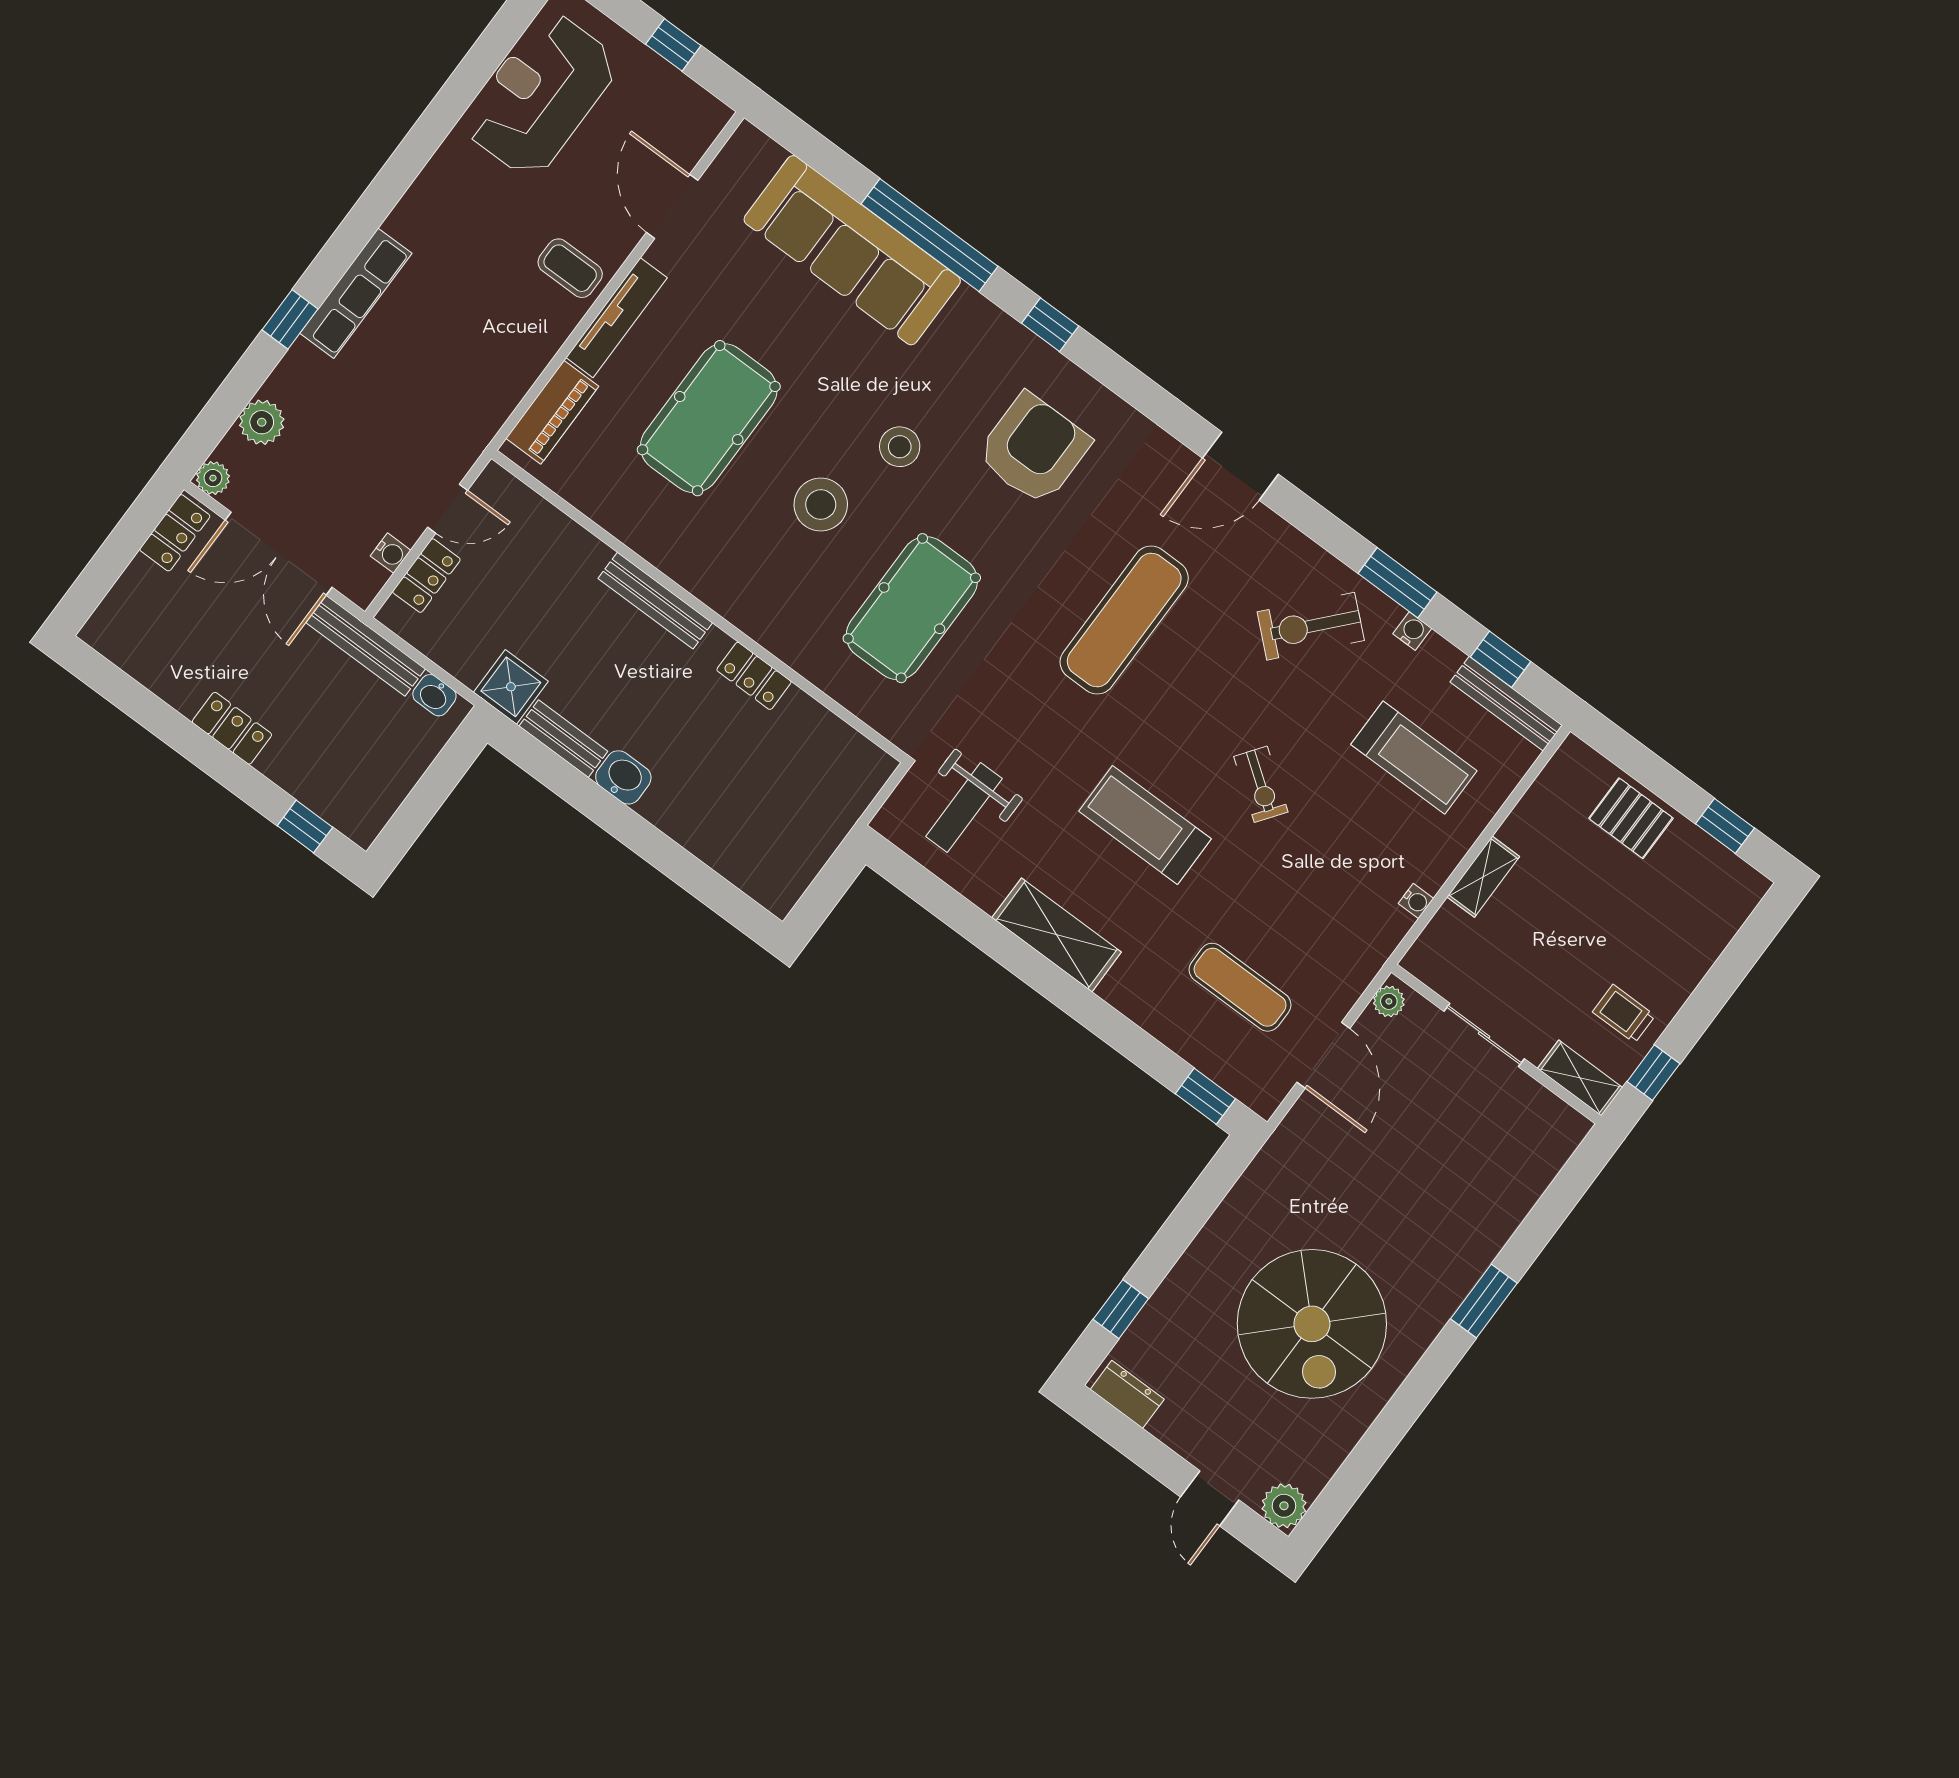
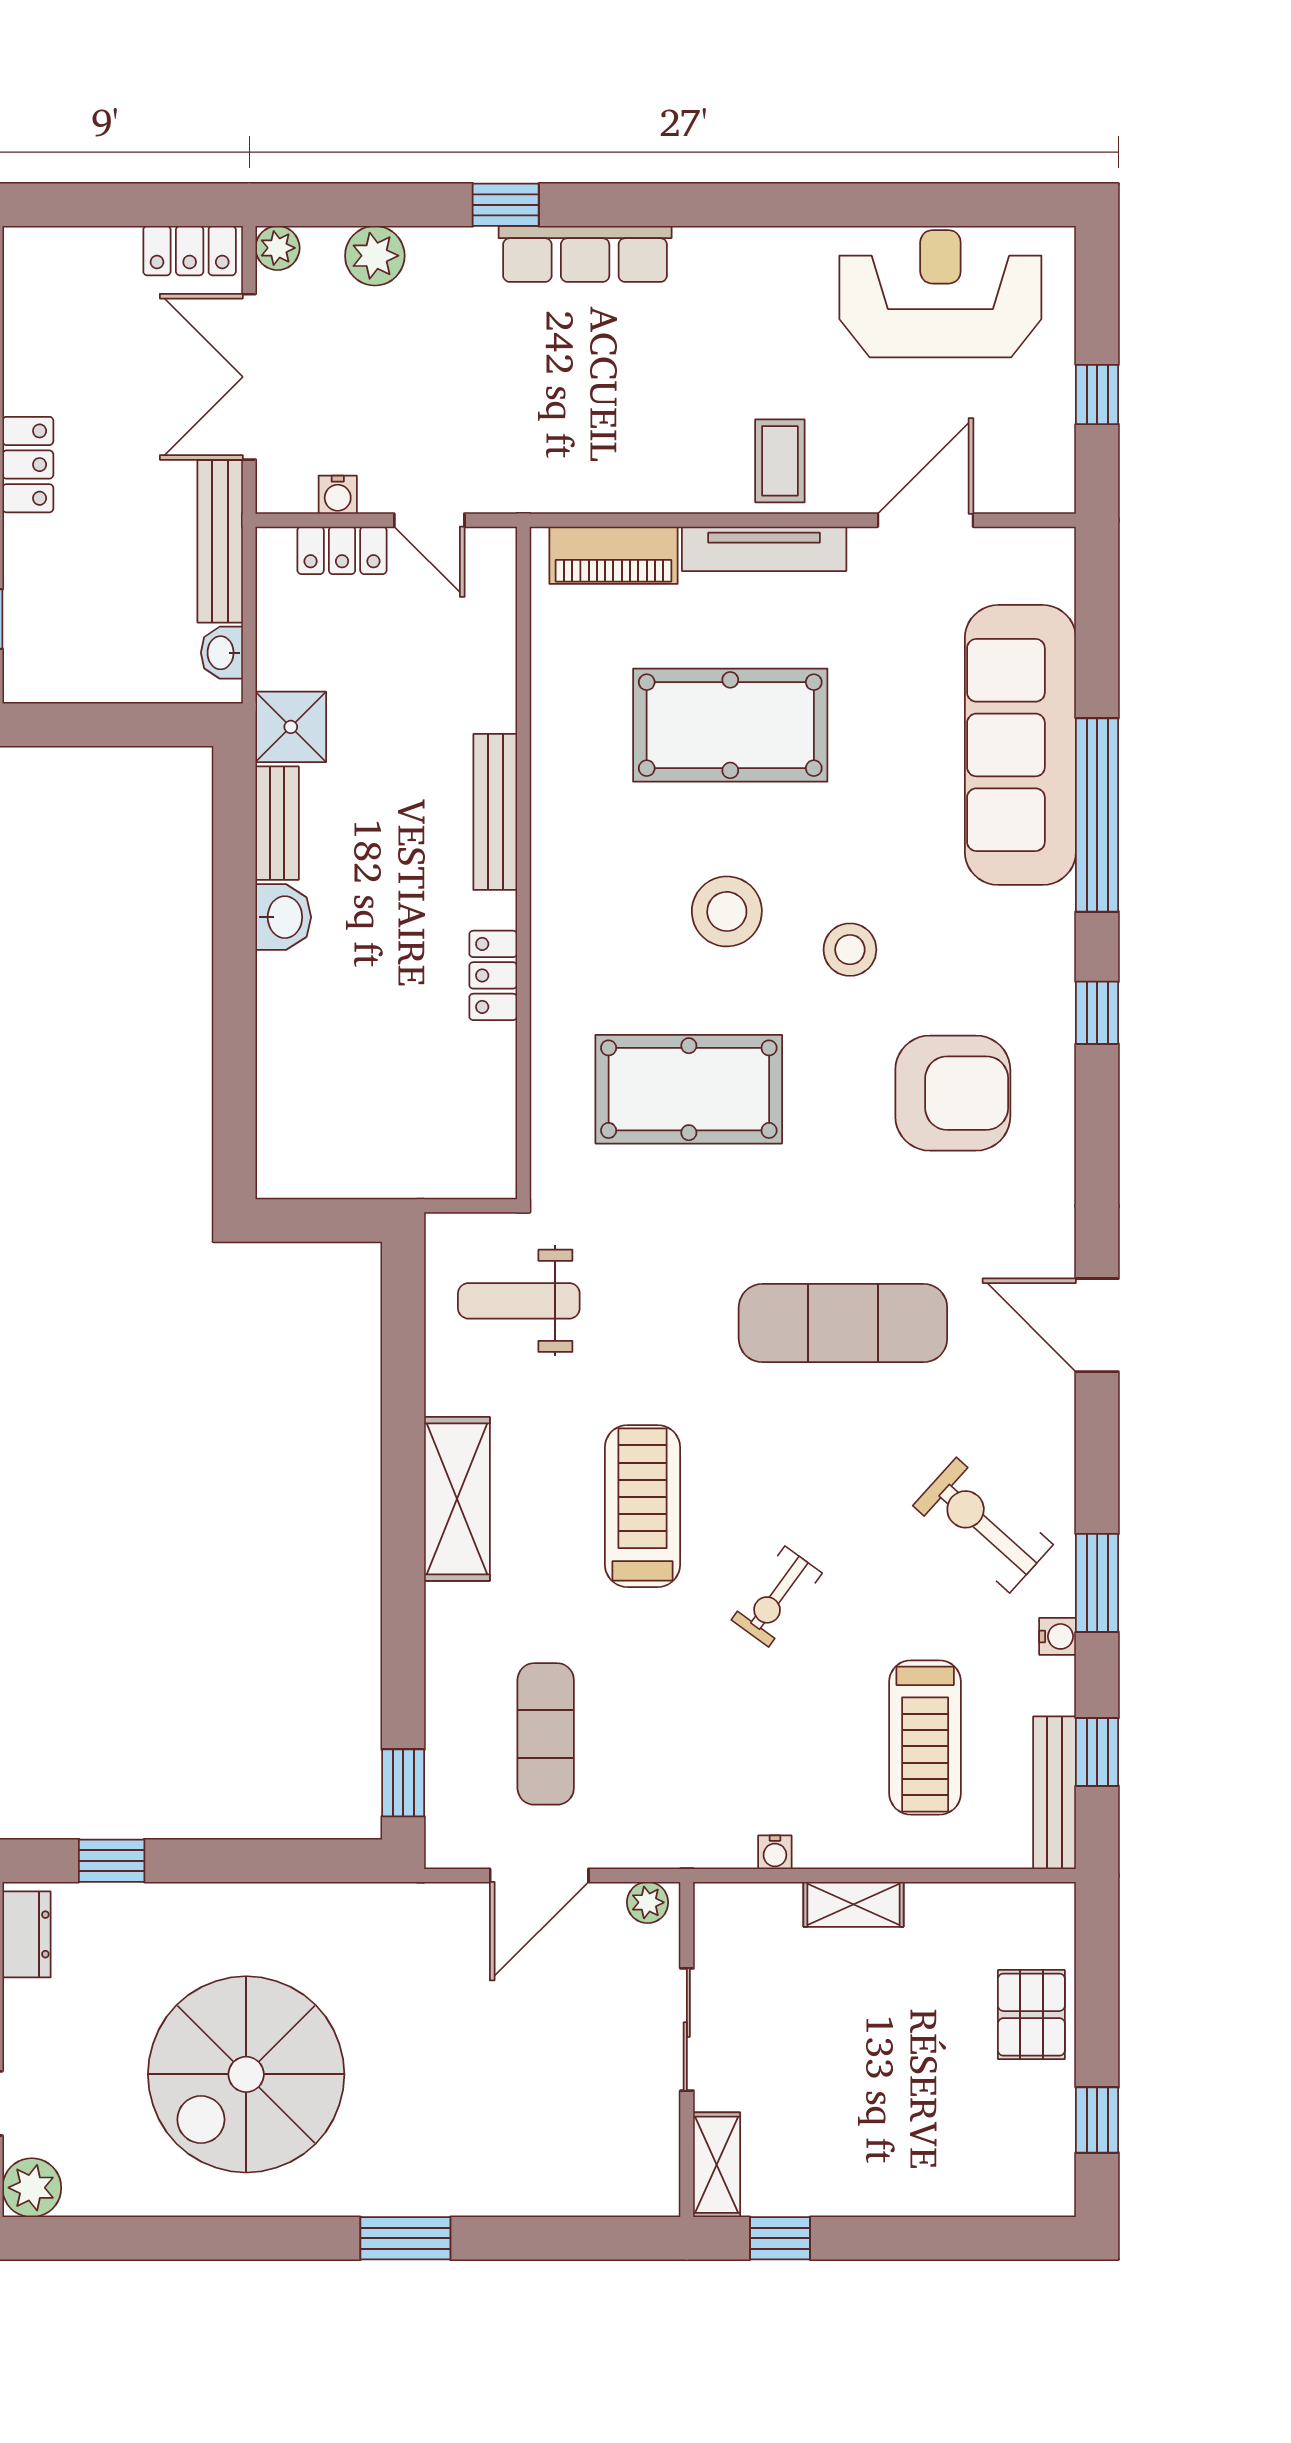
trolley: (1624, 1014) -> (819, 2161), removed

